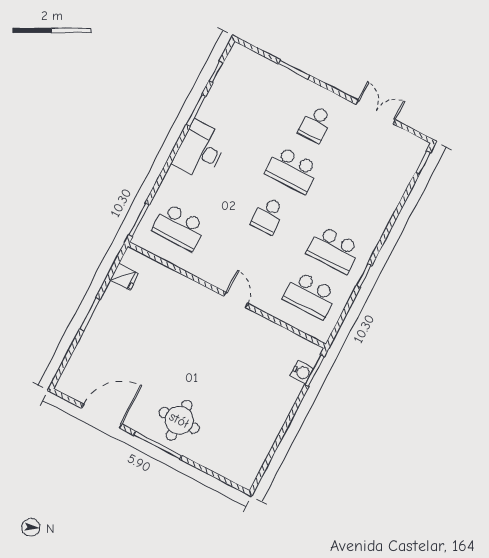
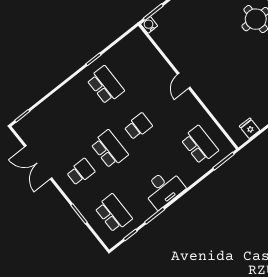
double door: (376, 112) -> (38, 162), width x1.37
school desk: (310, 295) -> (113, 213), moved
water cooler: (302, 372) -> (149, 25), moved

